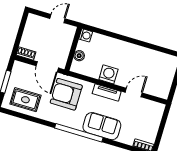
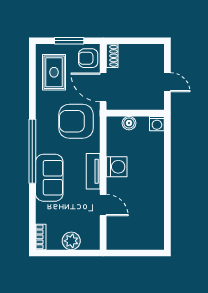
door: (47, 67) -> (103, 87), hinge flipped
armchair: (23, 72) -> (88, 58), added
armchair: (66, 94) -> (76, 121), turned -90
plant: (153, 124) -> (71, 241), added

